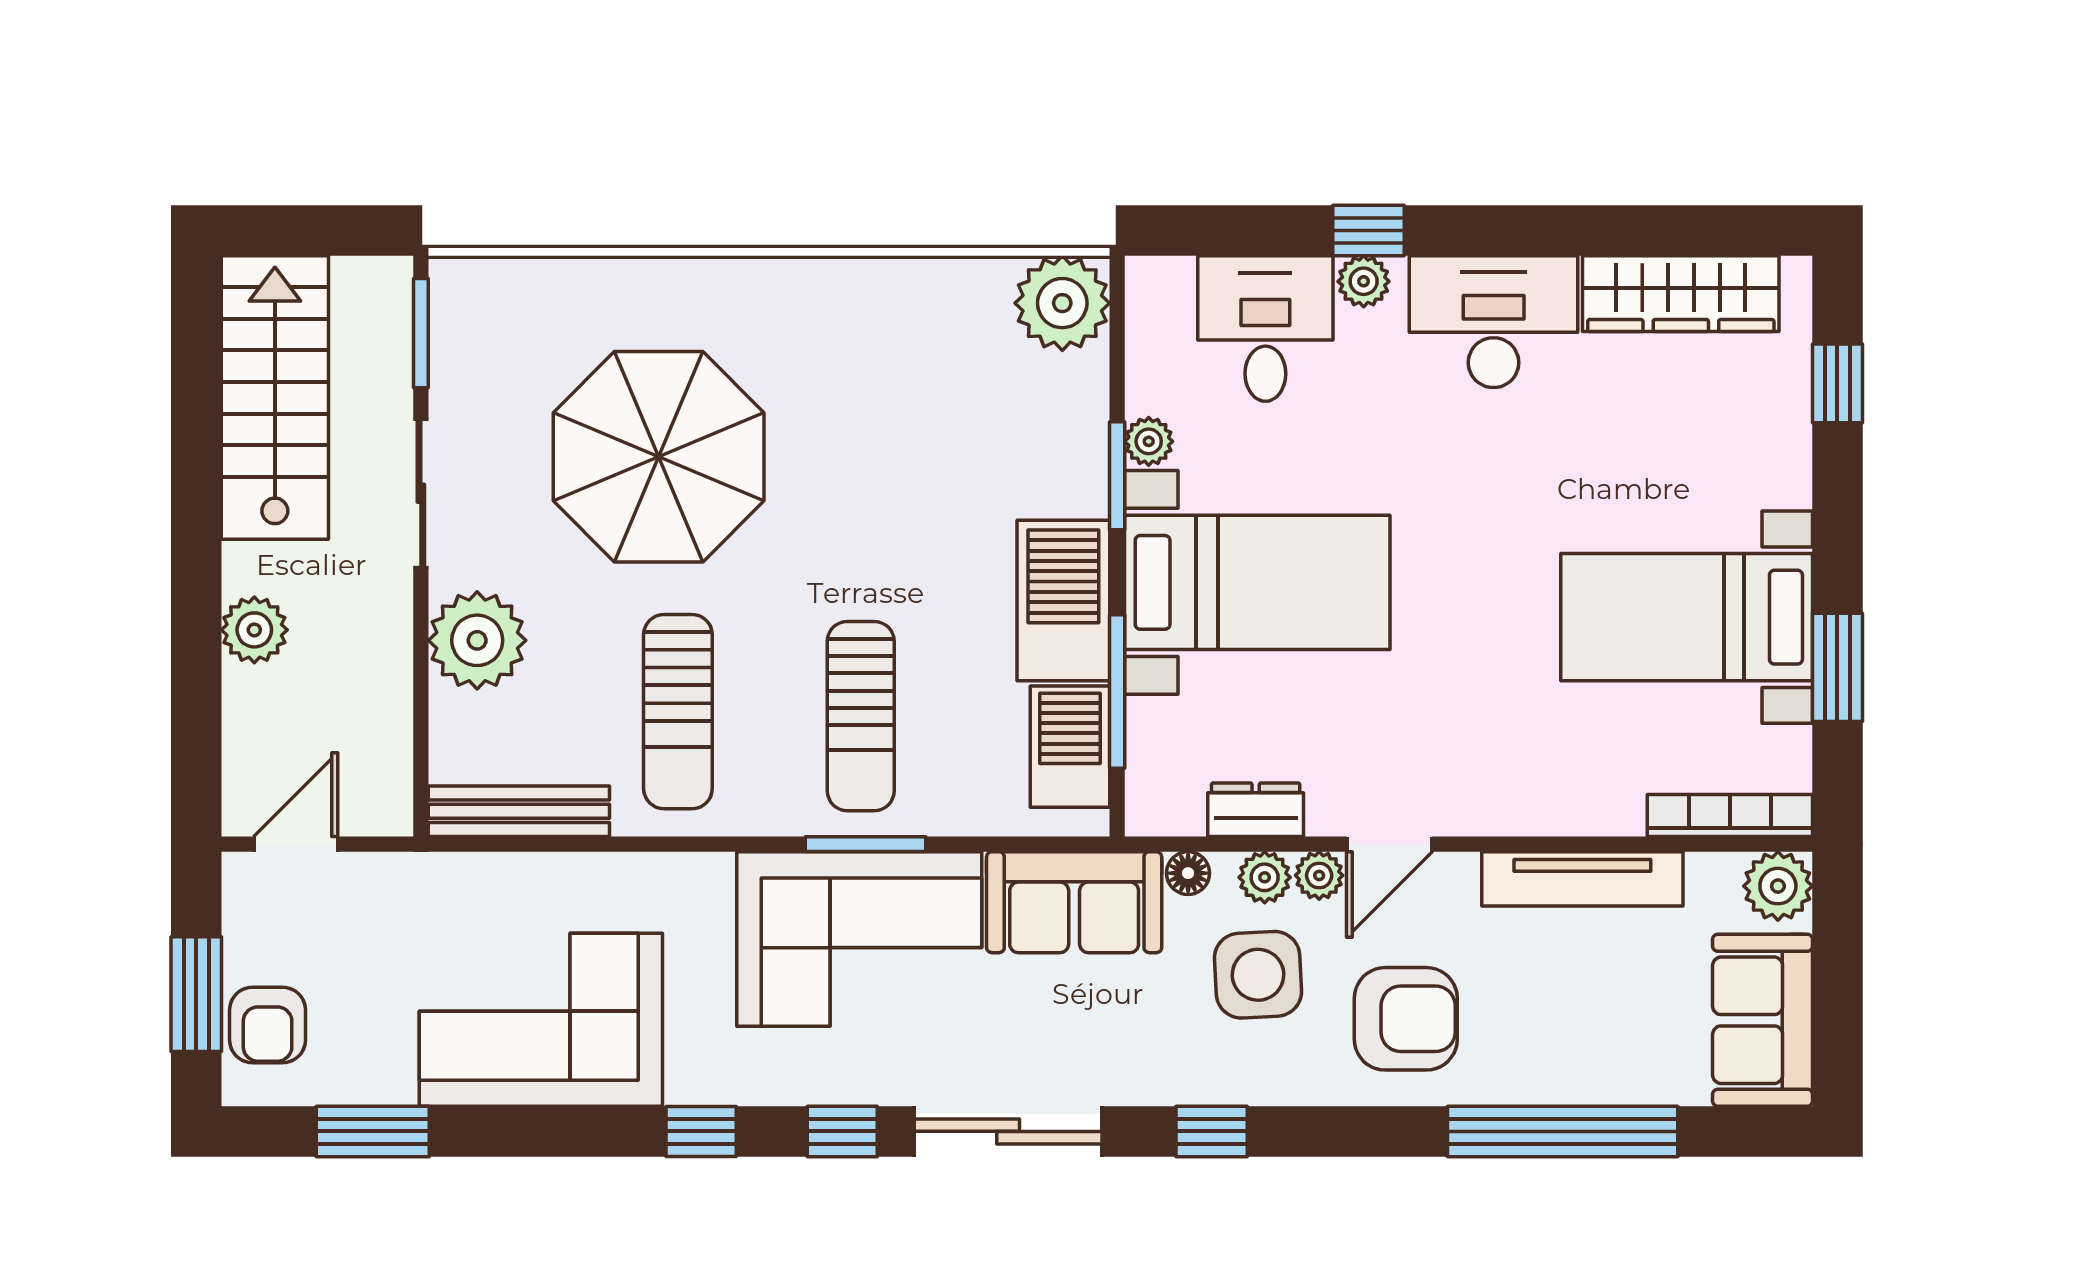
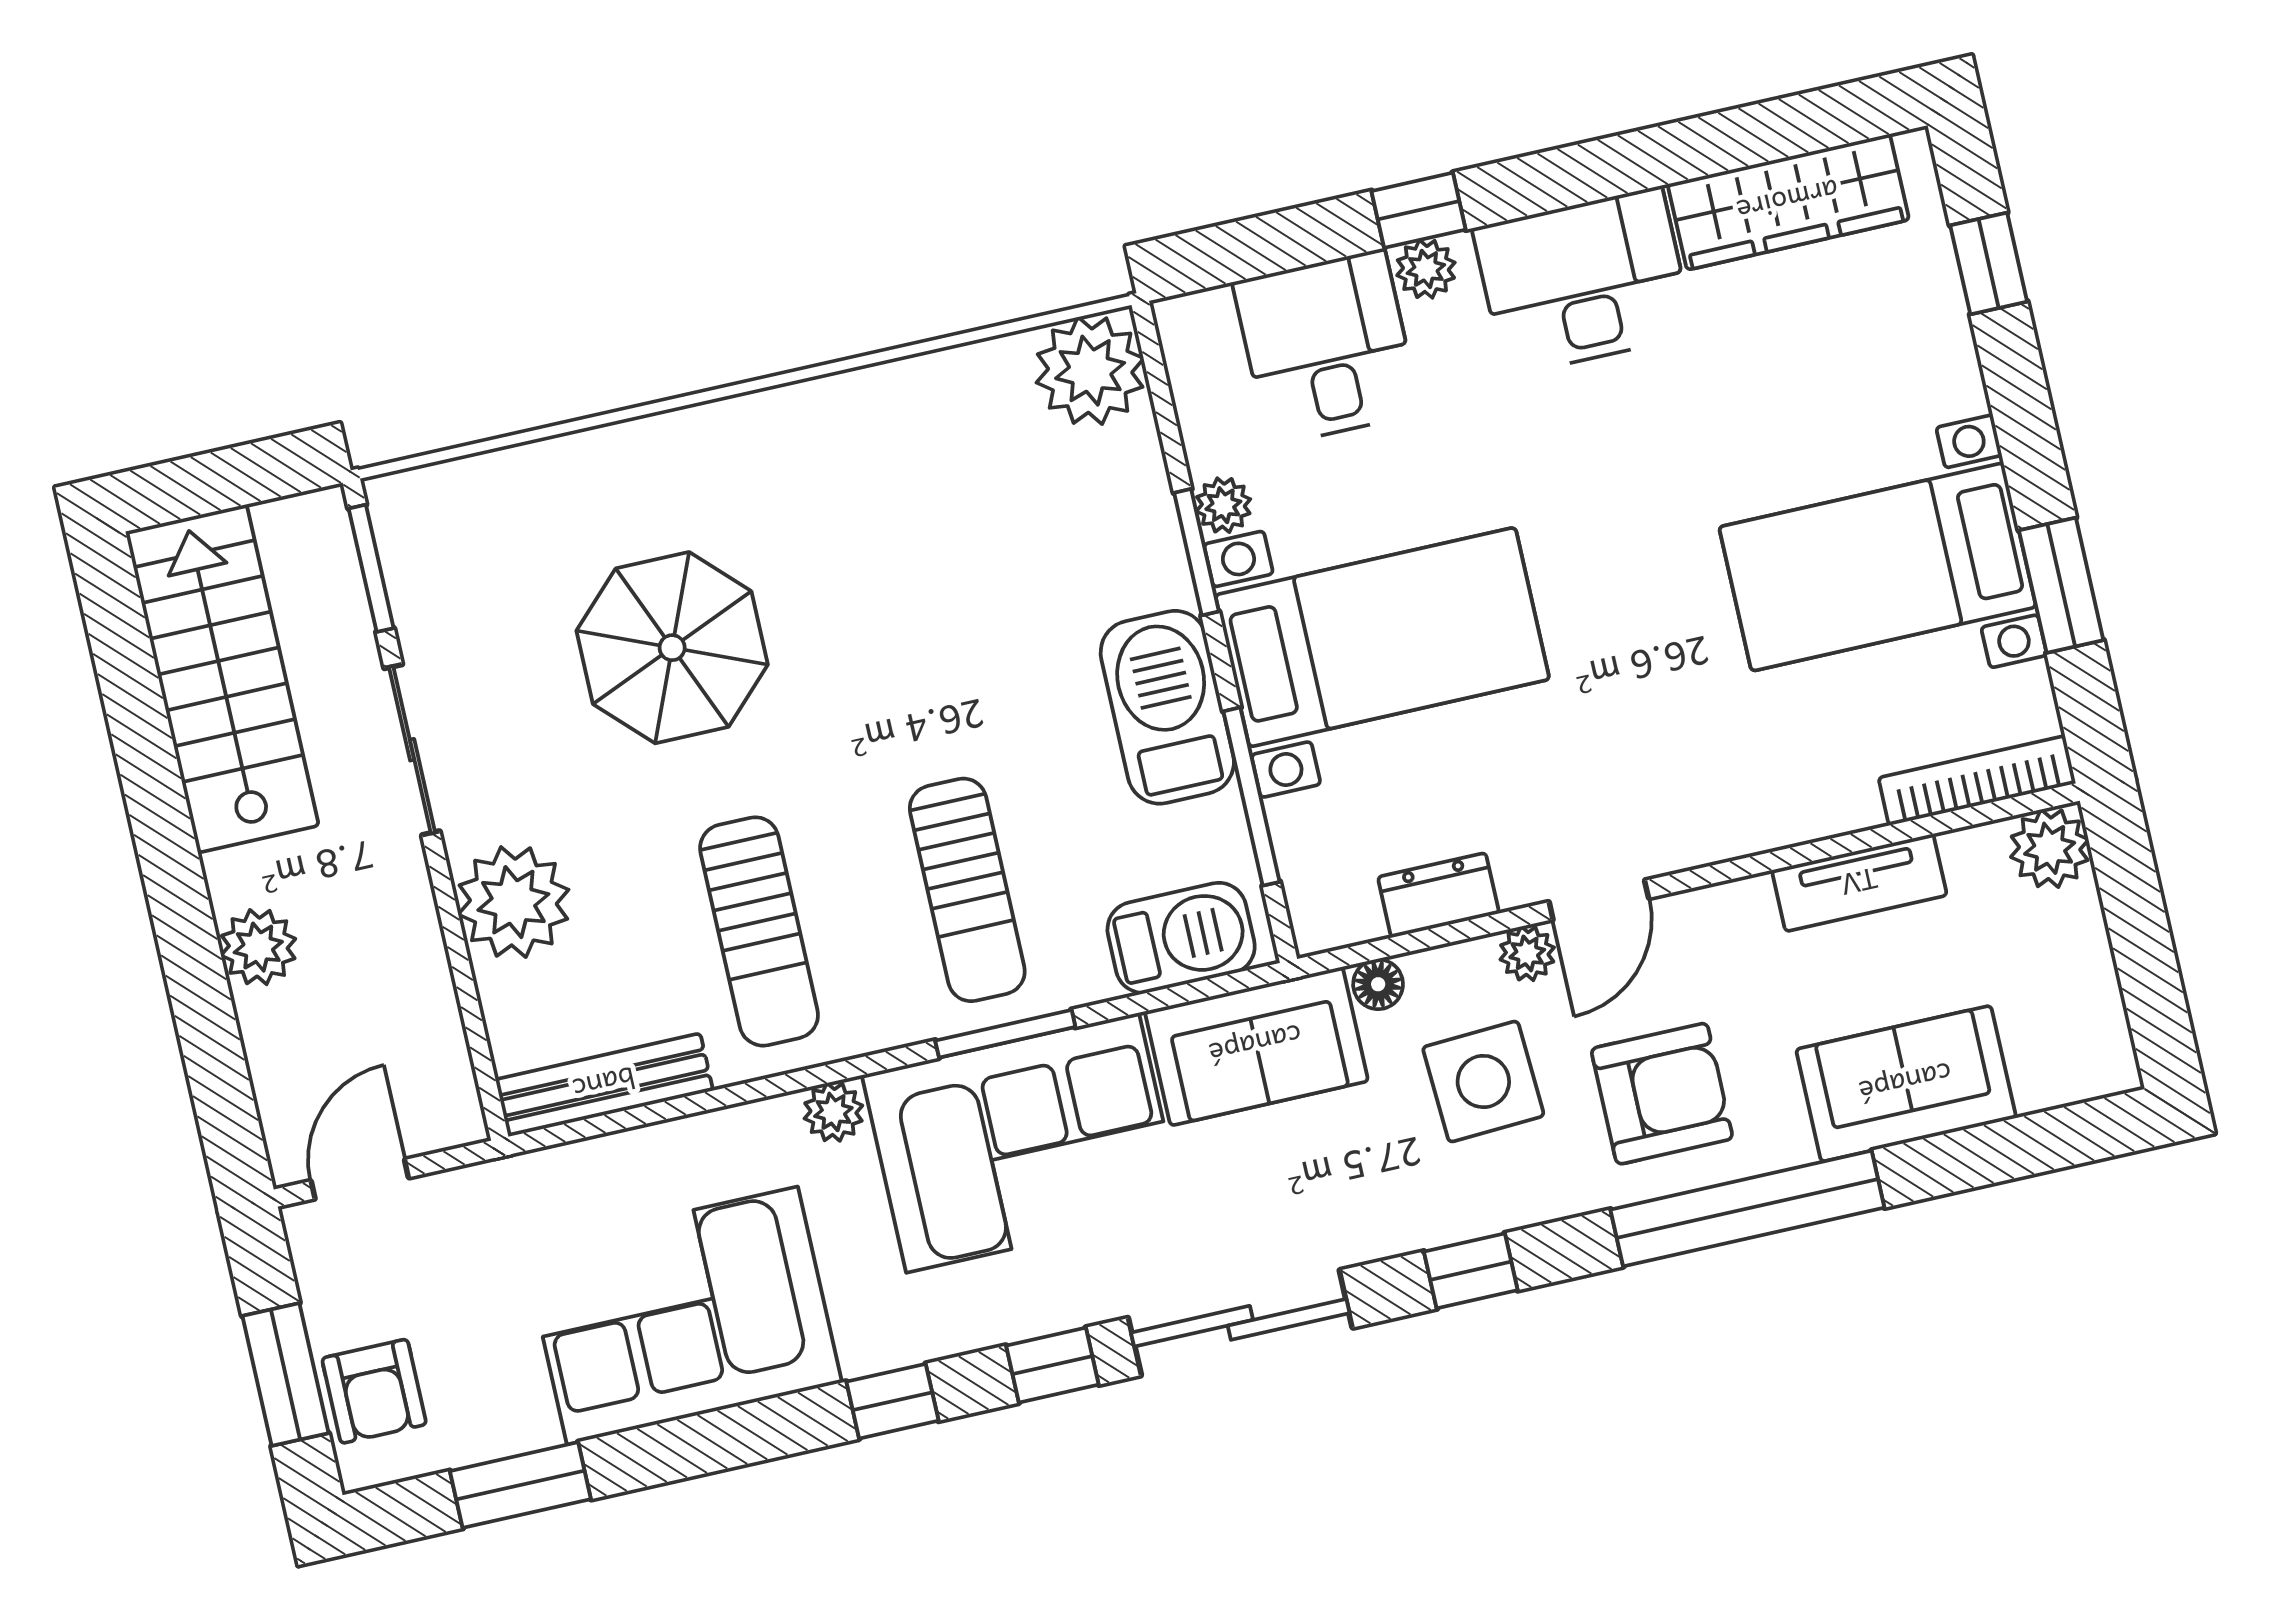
parasol: (659, 457) -> (672, 648), width x0.73, depth x0.73
barbecue: (1070, 747) -> (1181, 938), moved, turned 90
plant: (1265, 877) -> (833, 1112), moved
tv unit: (1582, 879) -> (1859, 883), width x0.71
sofa: (1763, 1020) -> (1906, 1084), moved, turned 90
window: (1563, 1131) -> (1747, 1209), moved

